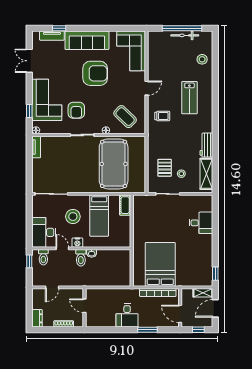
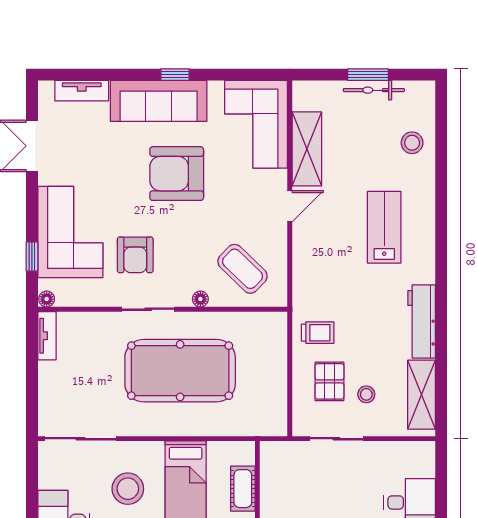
window: (59, 28) -> (175, 75), moved
window: (182, 28) -> (368, 75), width x0.47
shelving: (154, 62) -> (307, 149), added
armchair: (95, 73) -> (177, 174), turned 180
lab bench: (189, 98) -> (384, 227), turned 180
trolley: (162, 116) -> (318, 333), moved
workbench: (206, 145) -> (422, 322), width x1.38
pool table: (114, 164) -> (180, 371), moved, turned 90
cot: (125, 205) -> (243, 489), moved

